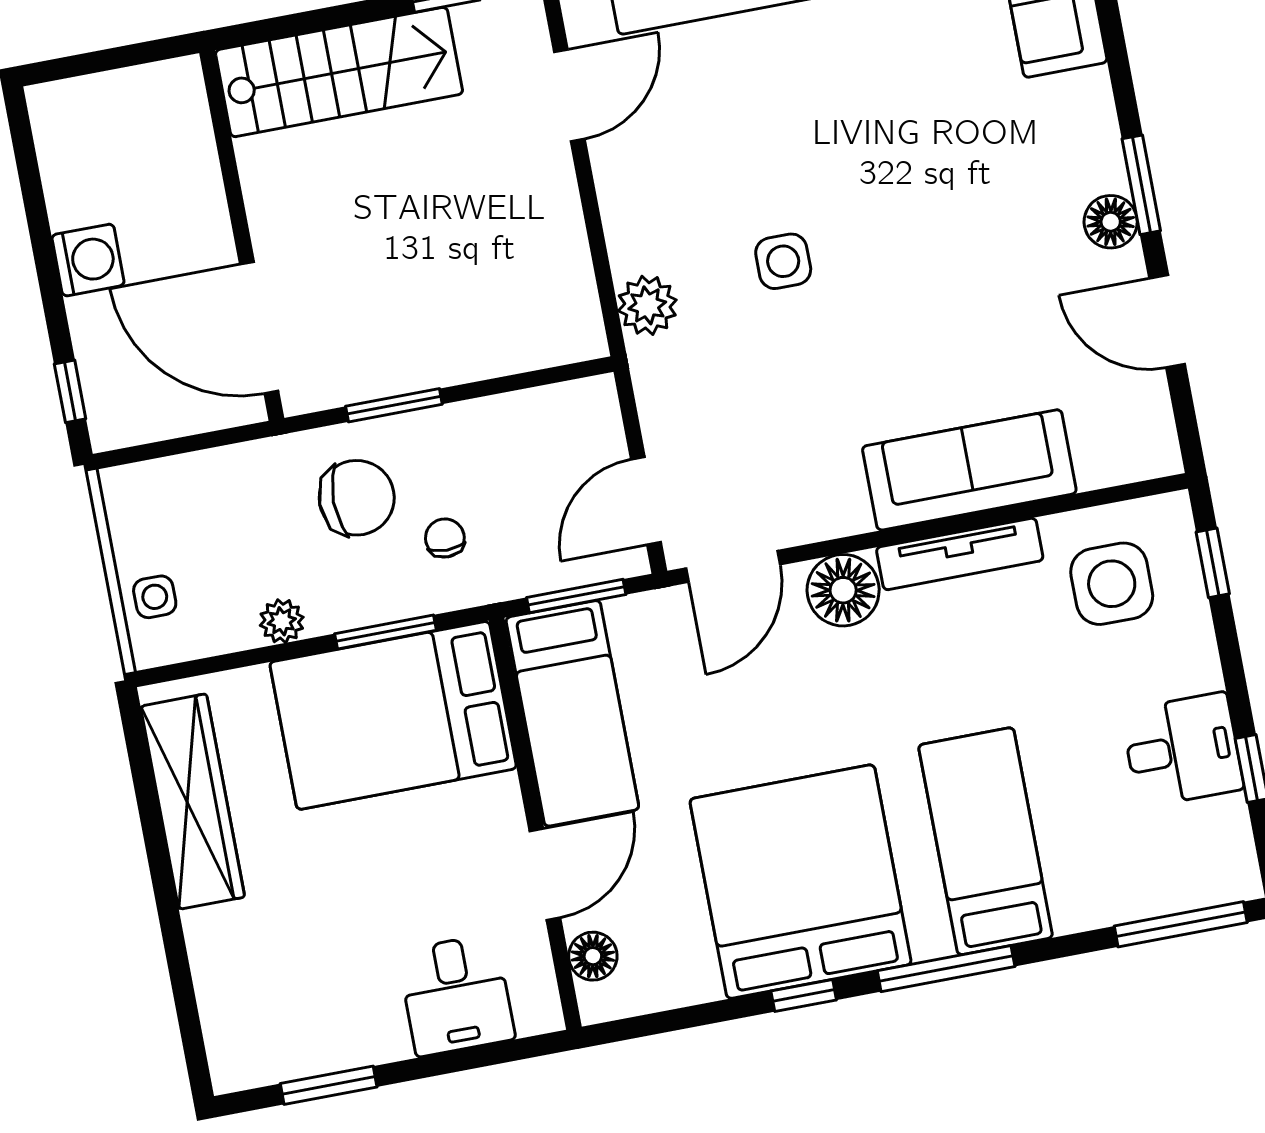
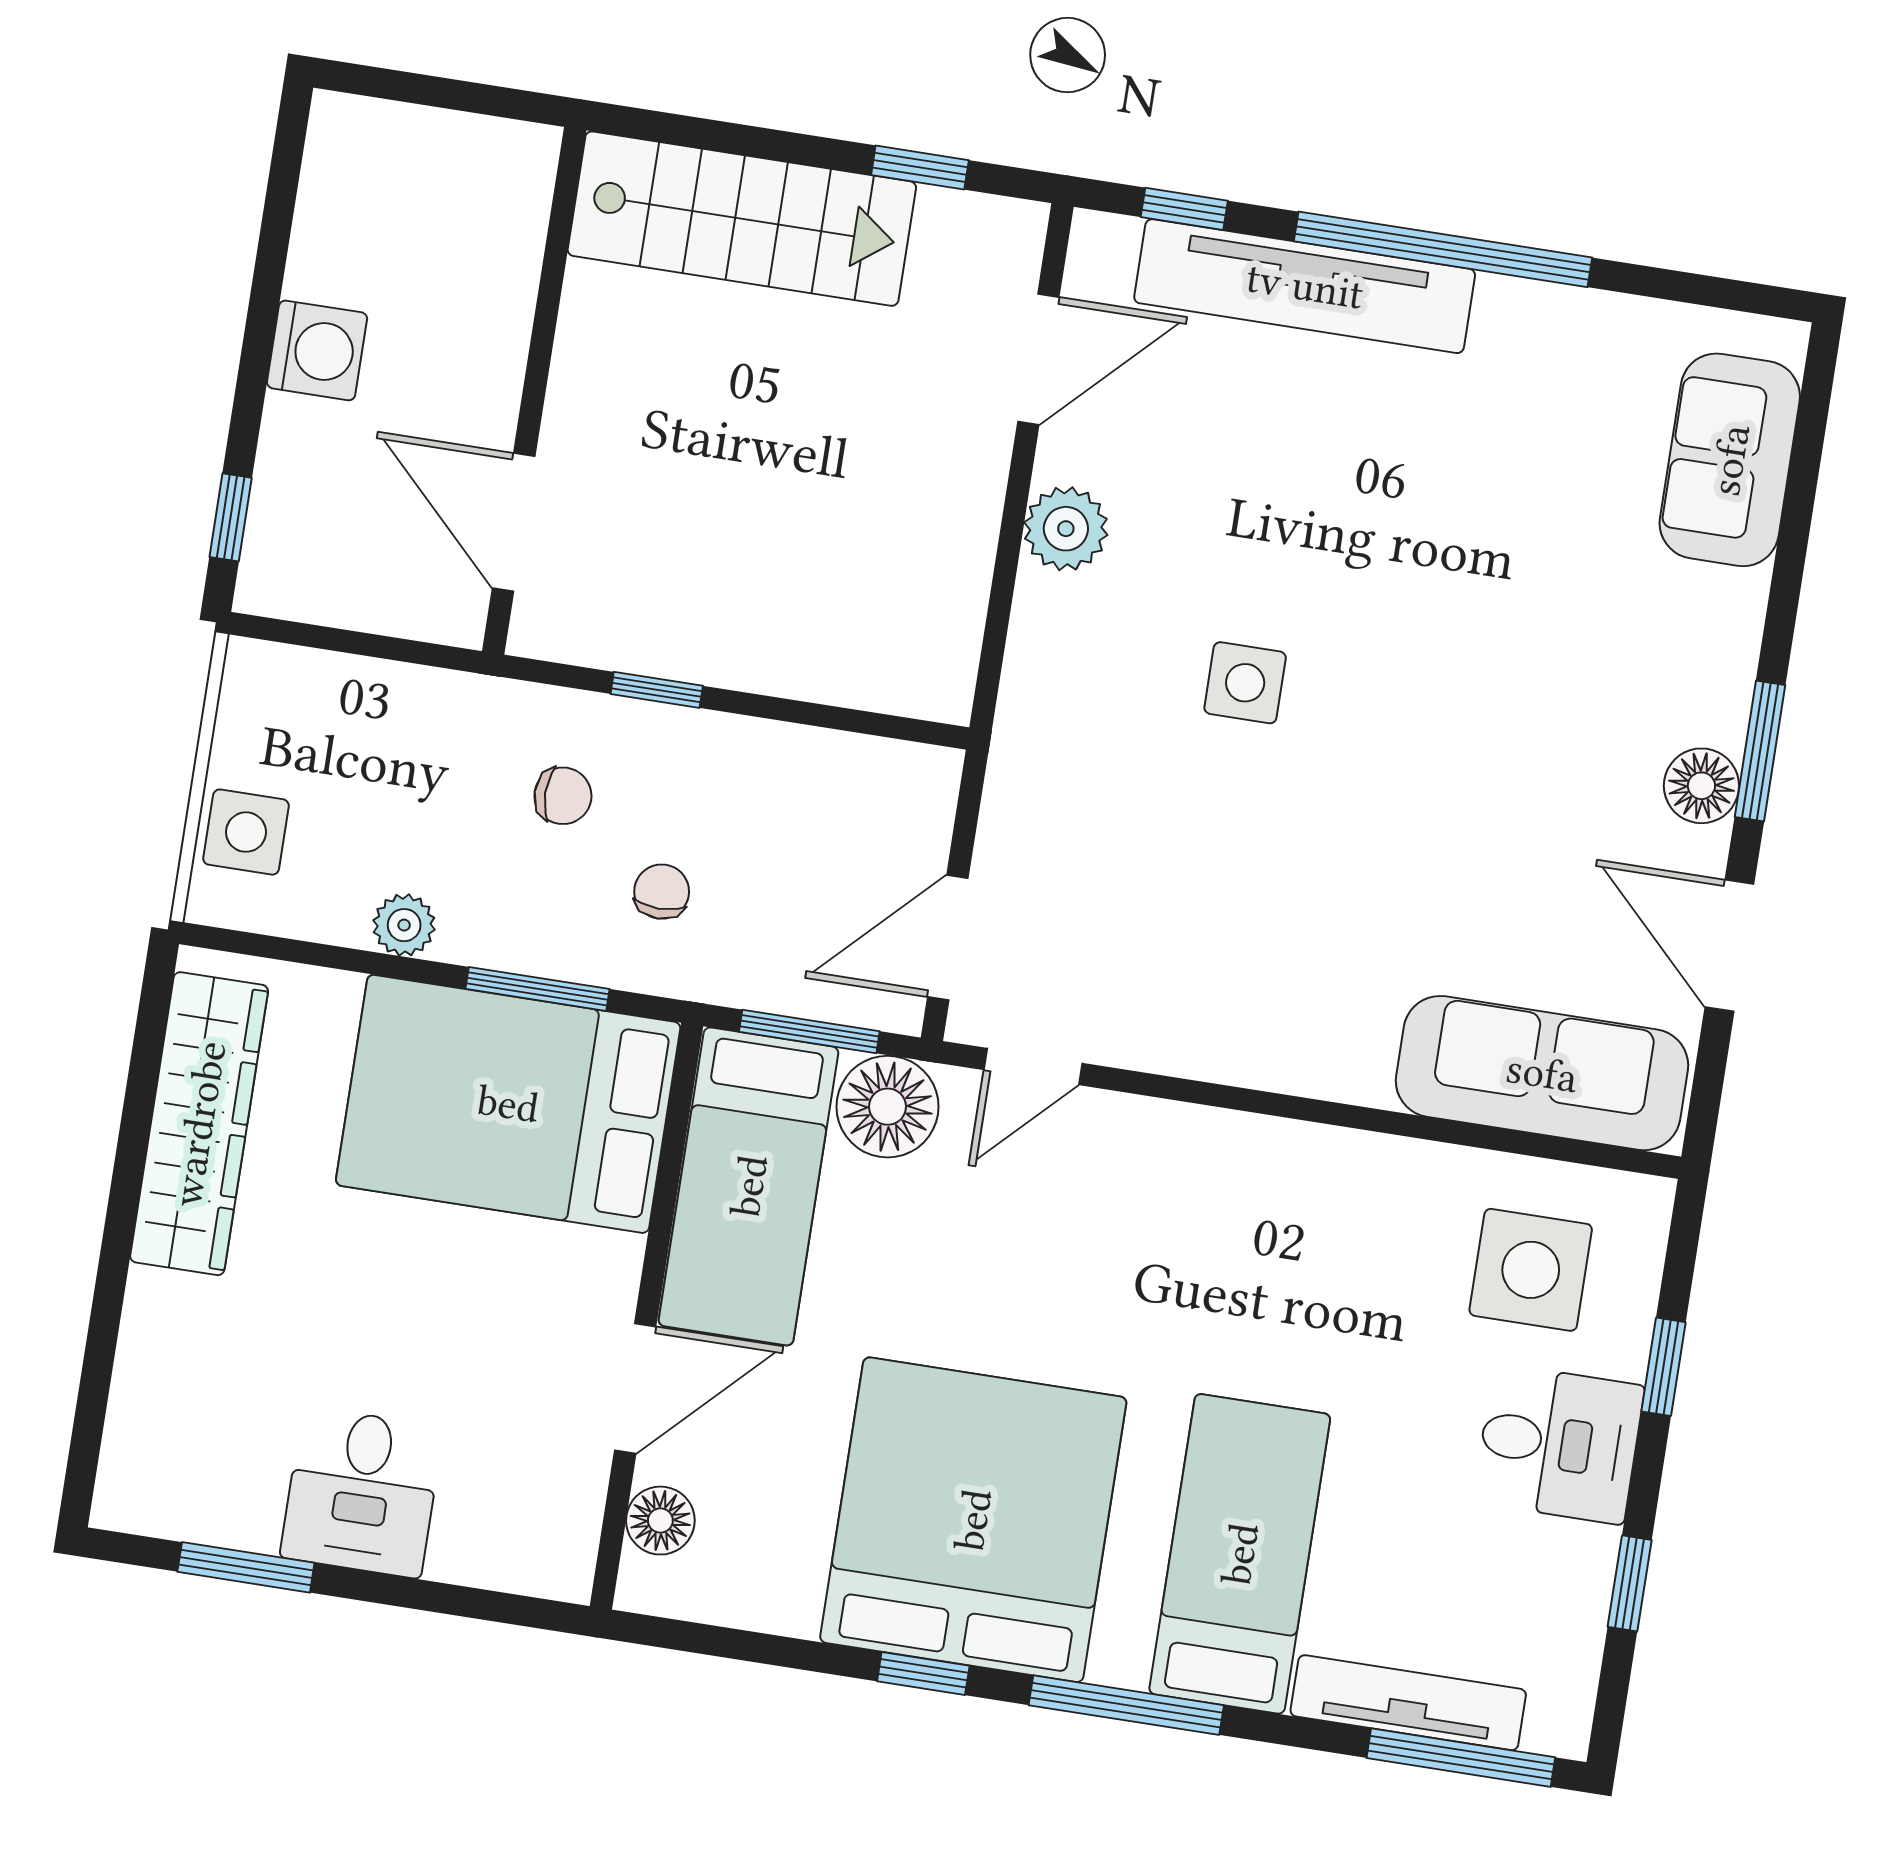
plant: (647, 305) -> (1066, 529), moved
door: (259, 328) -> (514, 522), width x0.73
window: (394, 405) -> (657, 690), width x0.67
sofa: (969, 470) -> (1542, 1073), moved
chair: (357, 498) -> (563, 796), width x0.54, depth x0.54
tv unit: (960, 554) -> (1408, 1703), moved, turned 180
window: (1213, 563) -> (1664, 1367), moved
door: (733, 566) -> (1033, 1067), width x0.73
floor lamp: (843, 590) -> (888, 1107), moved
side table: (155, 597) -> (246, 832), width x1.37, depth x1.37
desk: (1182, 750) -> (1559, 1444), moved
desk: (456, 995) -> (362, 1492), moved

